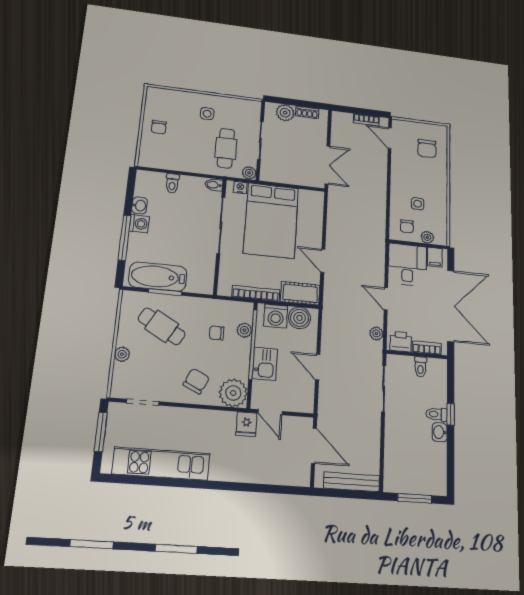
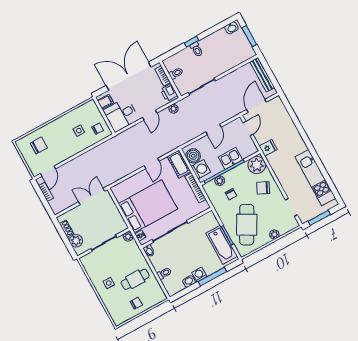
cafe table: (226, 148) -> (135, 279), moved
plant: (427, 237) -> (96, 113), removed
cafe table: (162, 326) -> (247, 225), width x1.37, depth x1.35
door: (270, 412) -> (248, 129), moved
washbasin: (440, 432) -> (232, 28), moved

